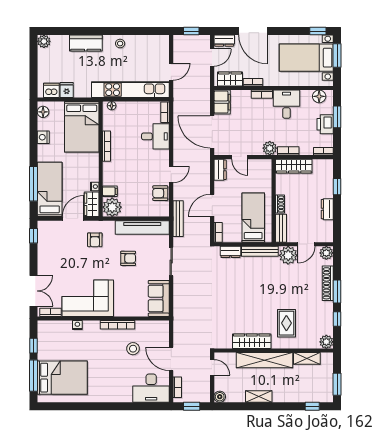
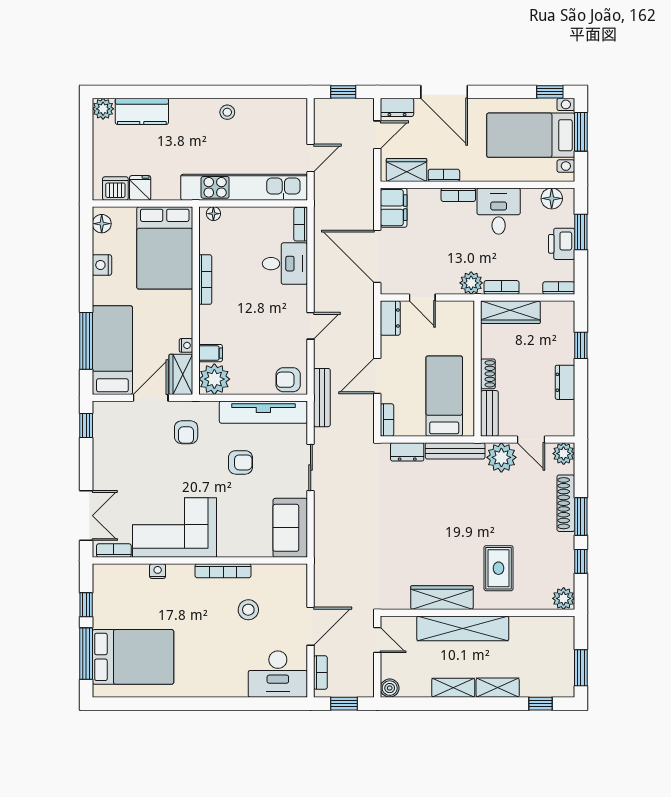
kitchen counter: (86, 43) -> (142, 111), moved
armchair: (160, 193) -> (288, 380), moved
door: (306, 244) -> (531, 439), hinge flipped
shelving: (307, 358) -> (498, 688), moved
door: (171, 359) -> (311, 626), swing flipped

